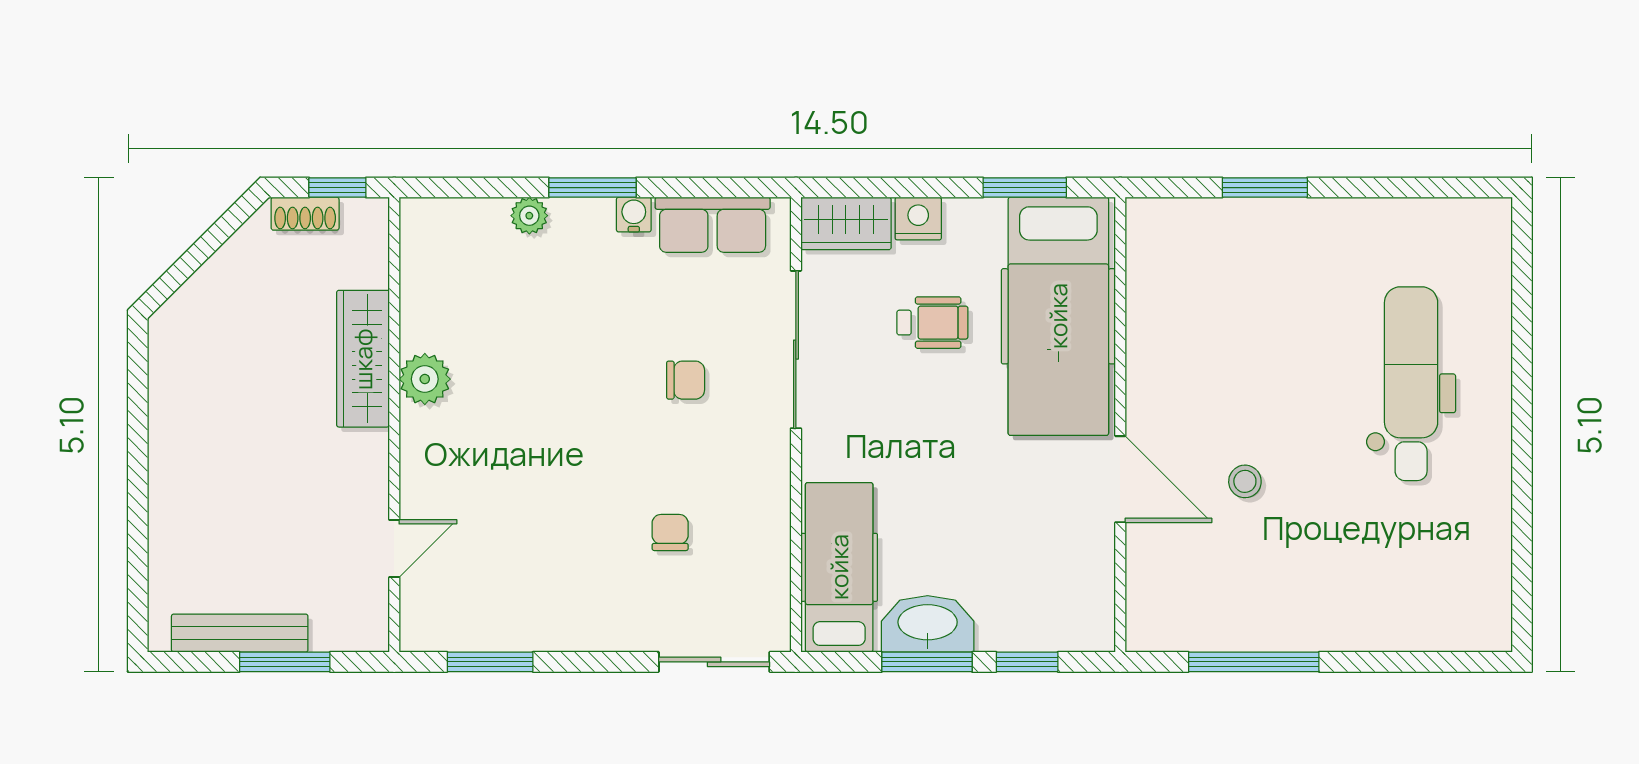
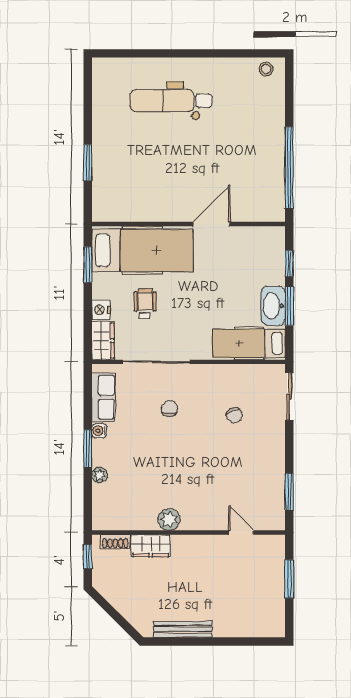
shoe rack: (305, 214) -> (115, 542), moved, turned 90
wardrobe: (363, 359) -> (151, 546), width x0.67
stool: (1245, 481) -> (266, 69), moved
chair: (670, 532) -> (234, 415), turned -114
bench: (240, 633) -> (183, 629), moved, turned 90
window: (1254, 662) -> (289, 167), width x1.46

